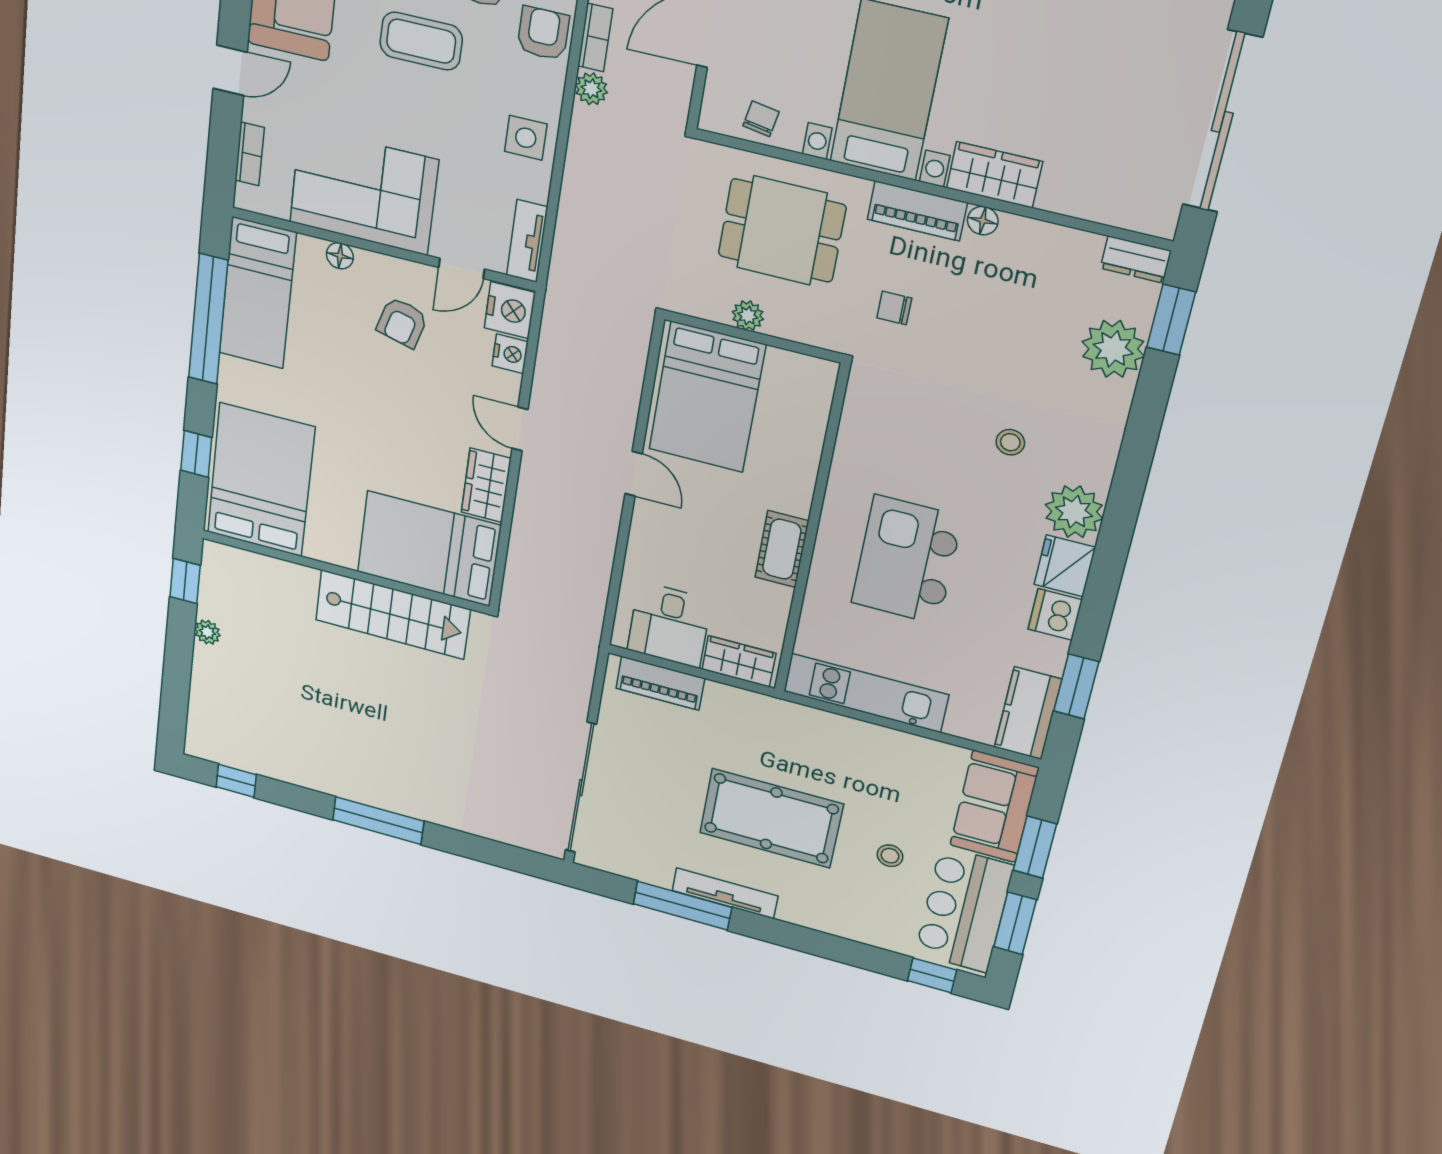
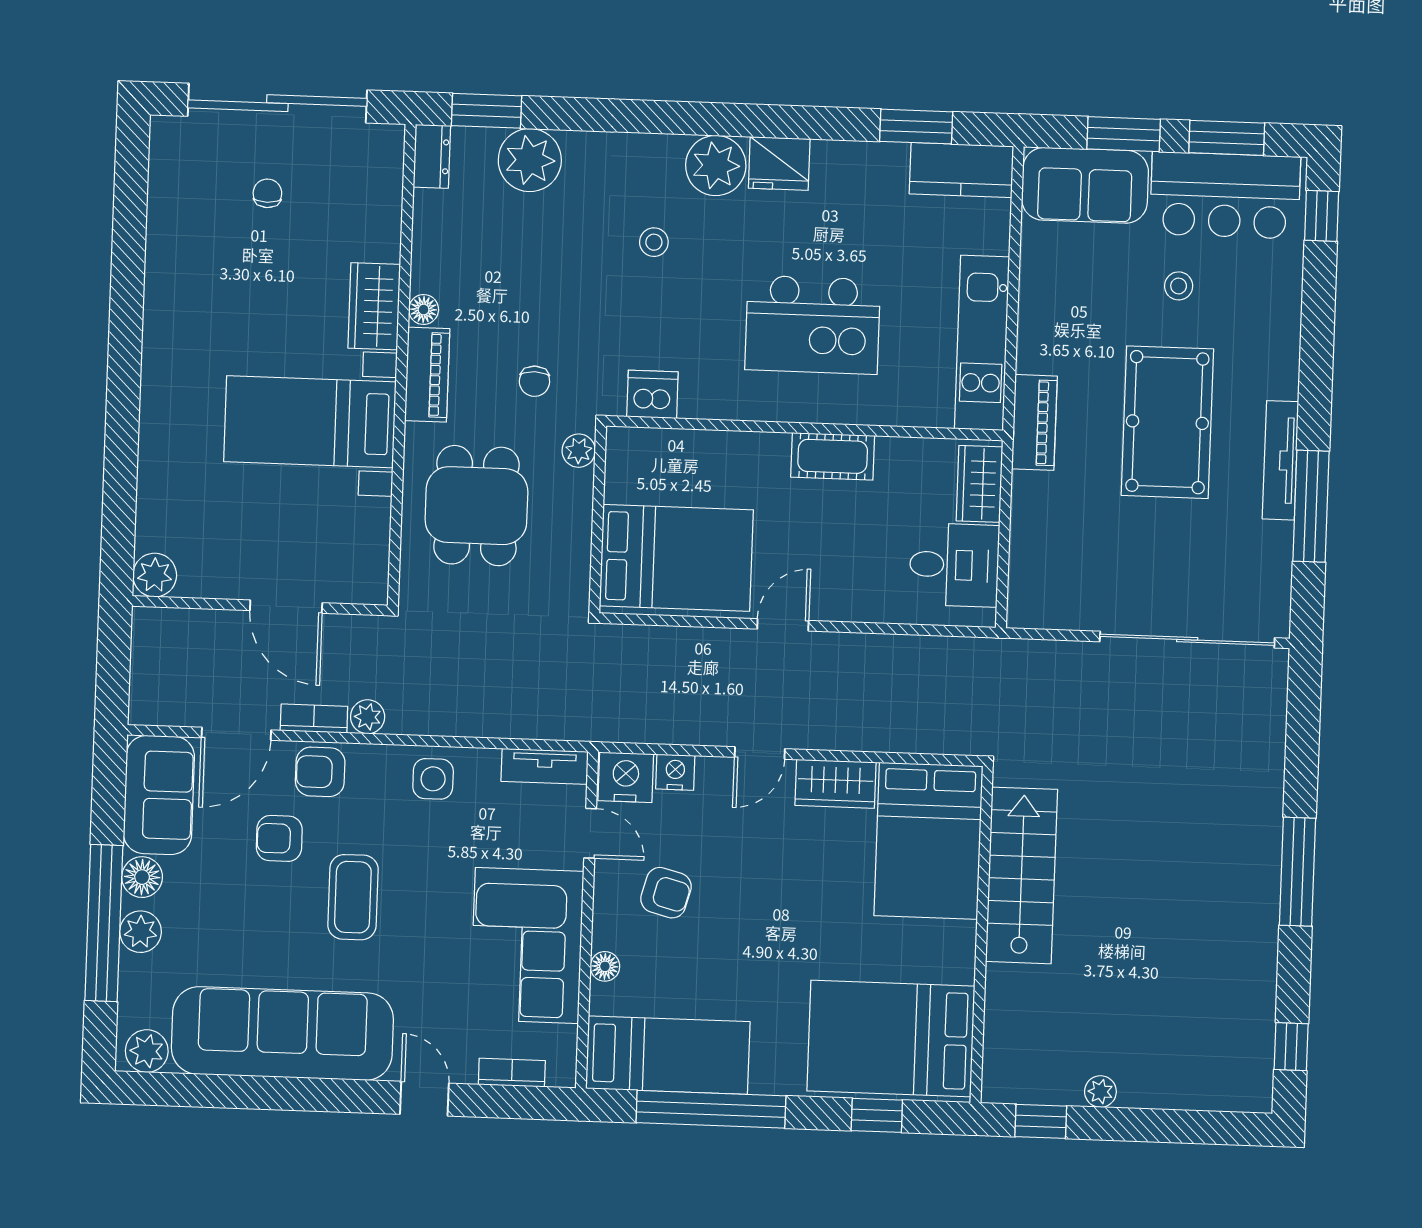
chair: (761, 119) -> (267, 193), moved, turned 80
plant: (748, 316) -> (579, 451), moved
dishwasher: (1055, 614) -> (652, 394), moved, turned 180
piano: (660, 683) -> (1034, 422), moved

